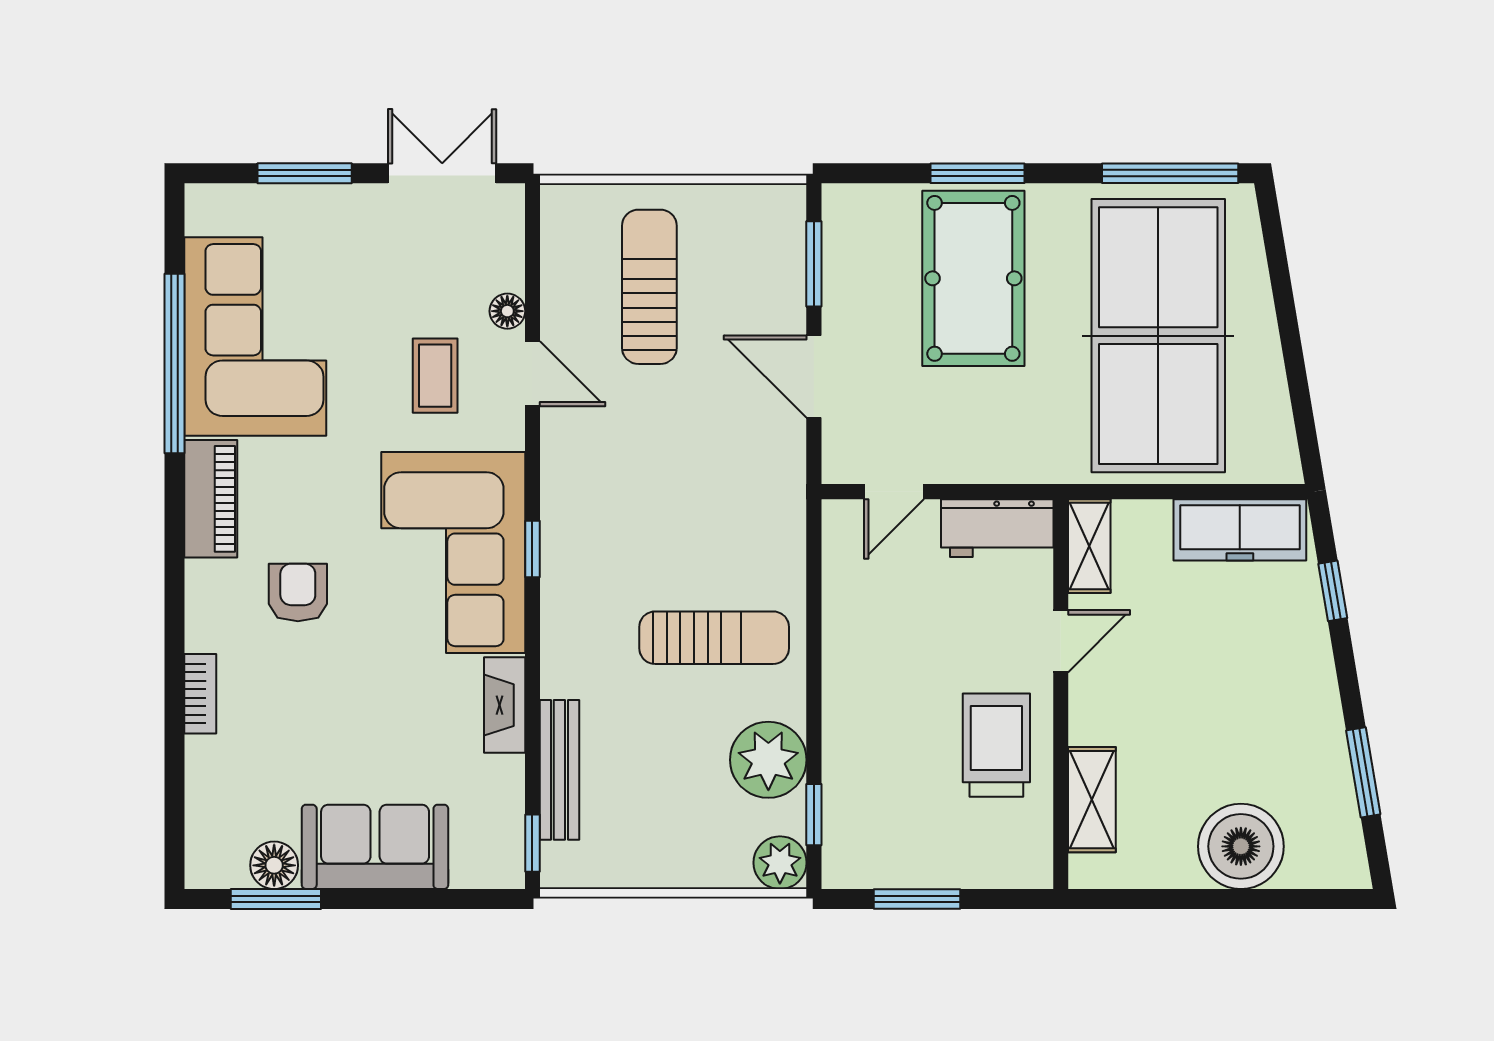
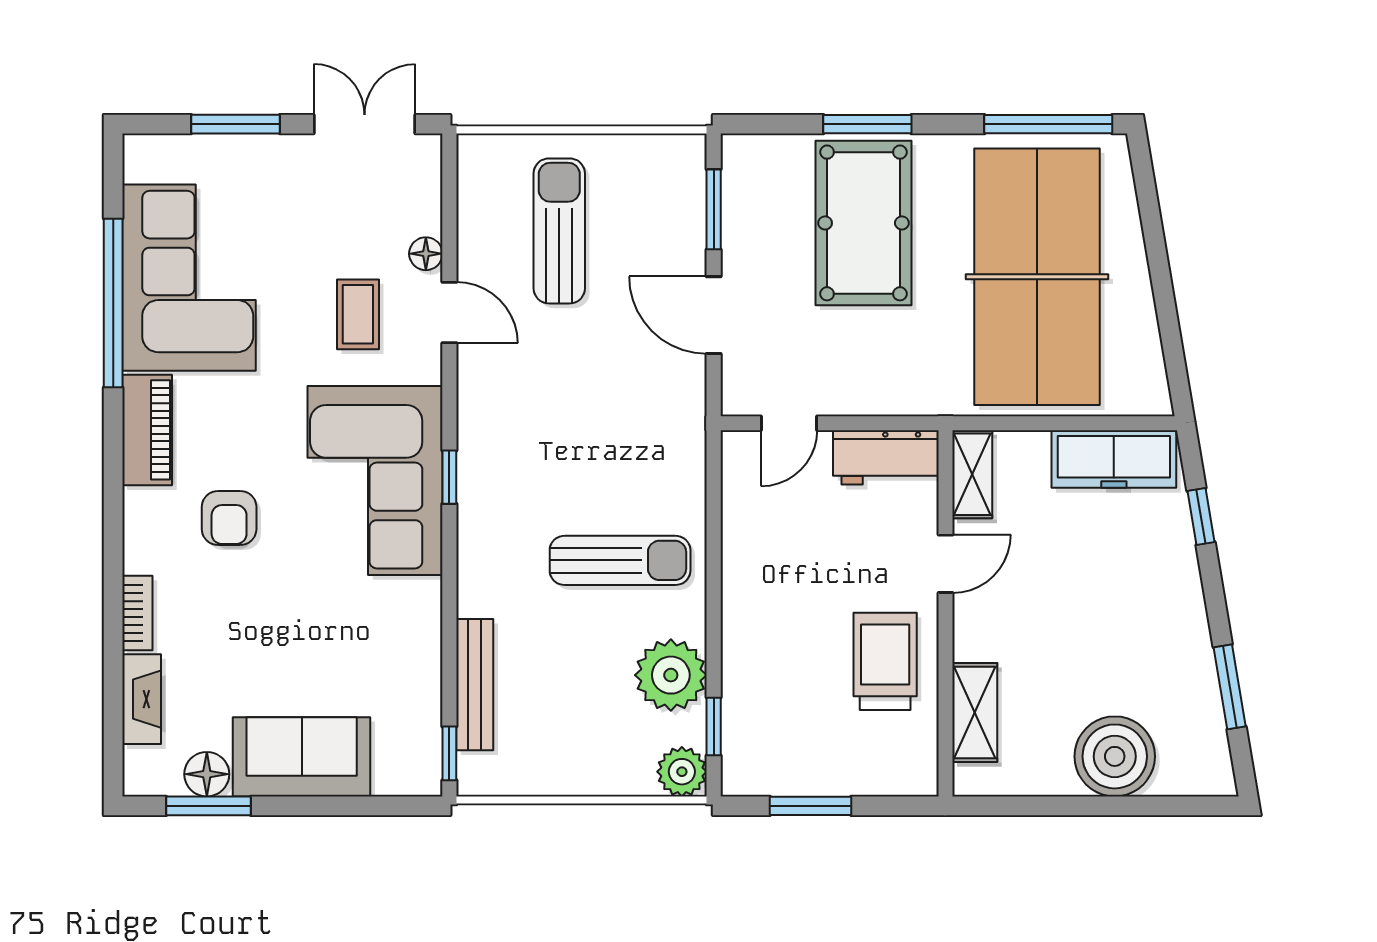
armchair: (298, 593) -> (229, 518), turned 180
fireplace: (505, 705) -> (142, 699), moved, turned 180

